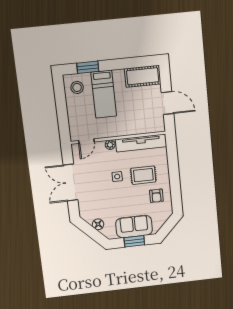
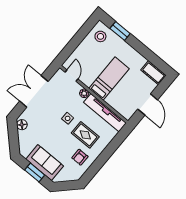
cot: (143, 76) -> (153, 73), width x0.73, depth x0.75
bed: (104, 94) -> (109, 79), moved, turned 180
door: (86, 141) -> (71, 76), swing flipped
floor lamp: (98, 224) -> (22, 125), moved

